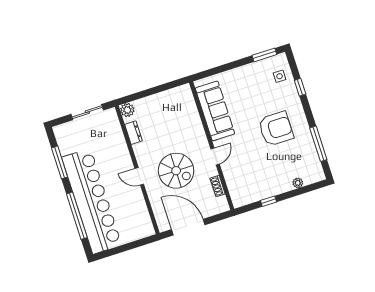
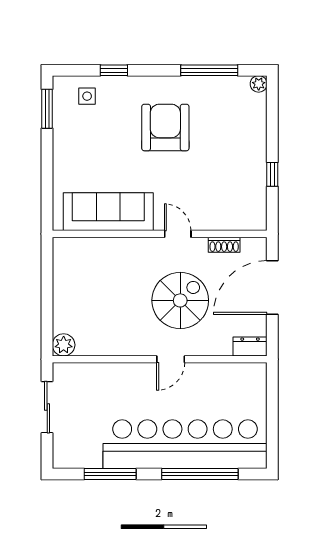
dresser: (134, 133) -> (250, 347), moved
plant: (298, 183) -> (259, 84), moved
door: (188, 227) -> (272, 288), moved

